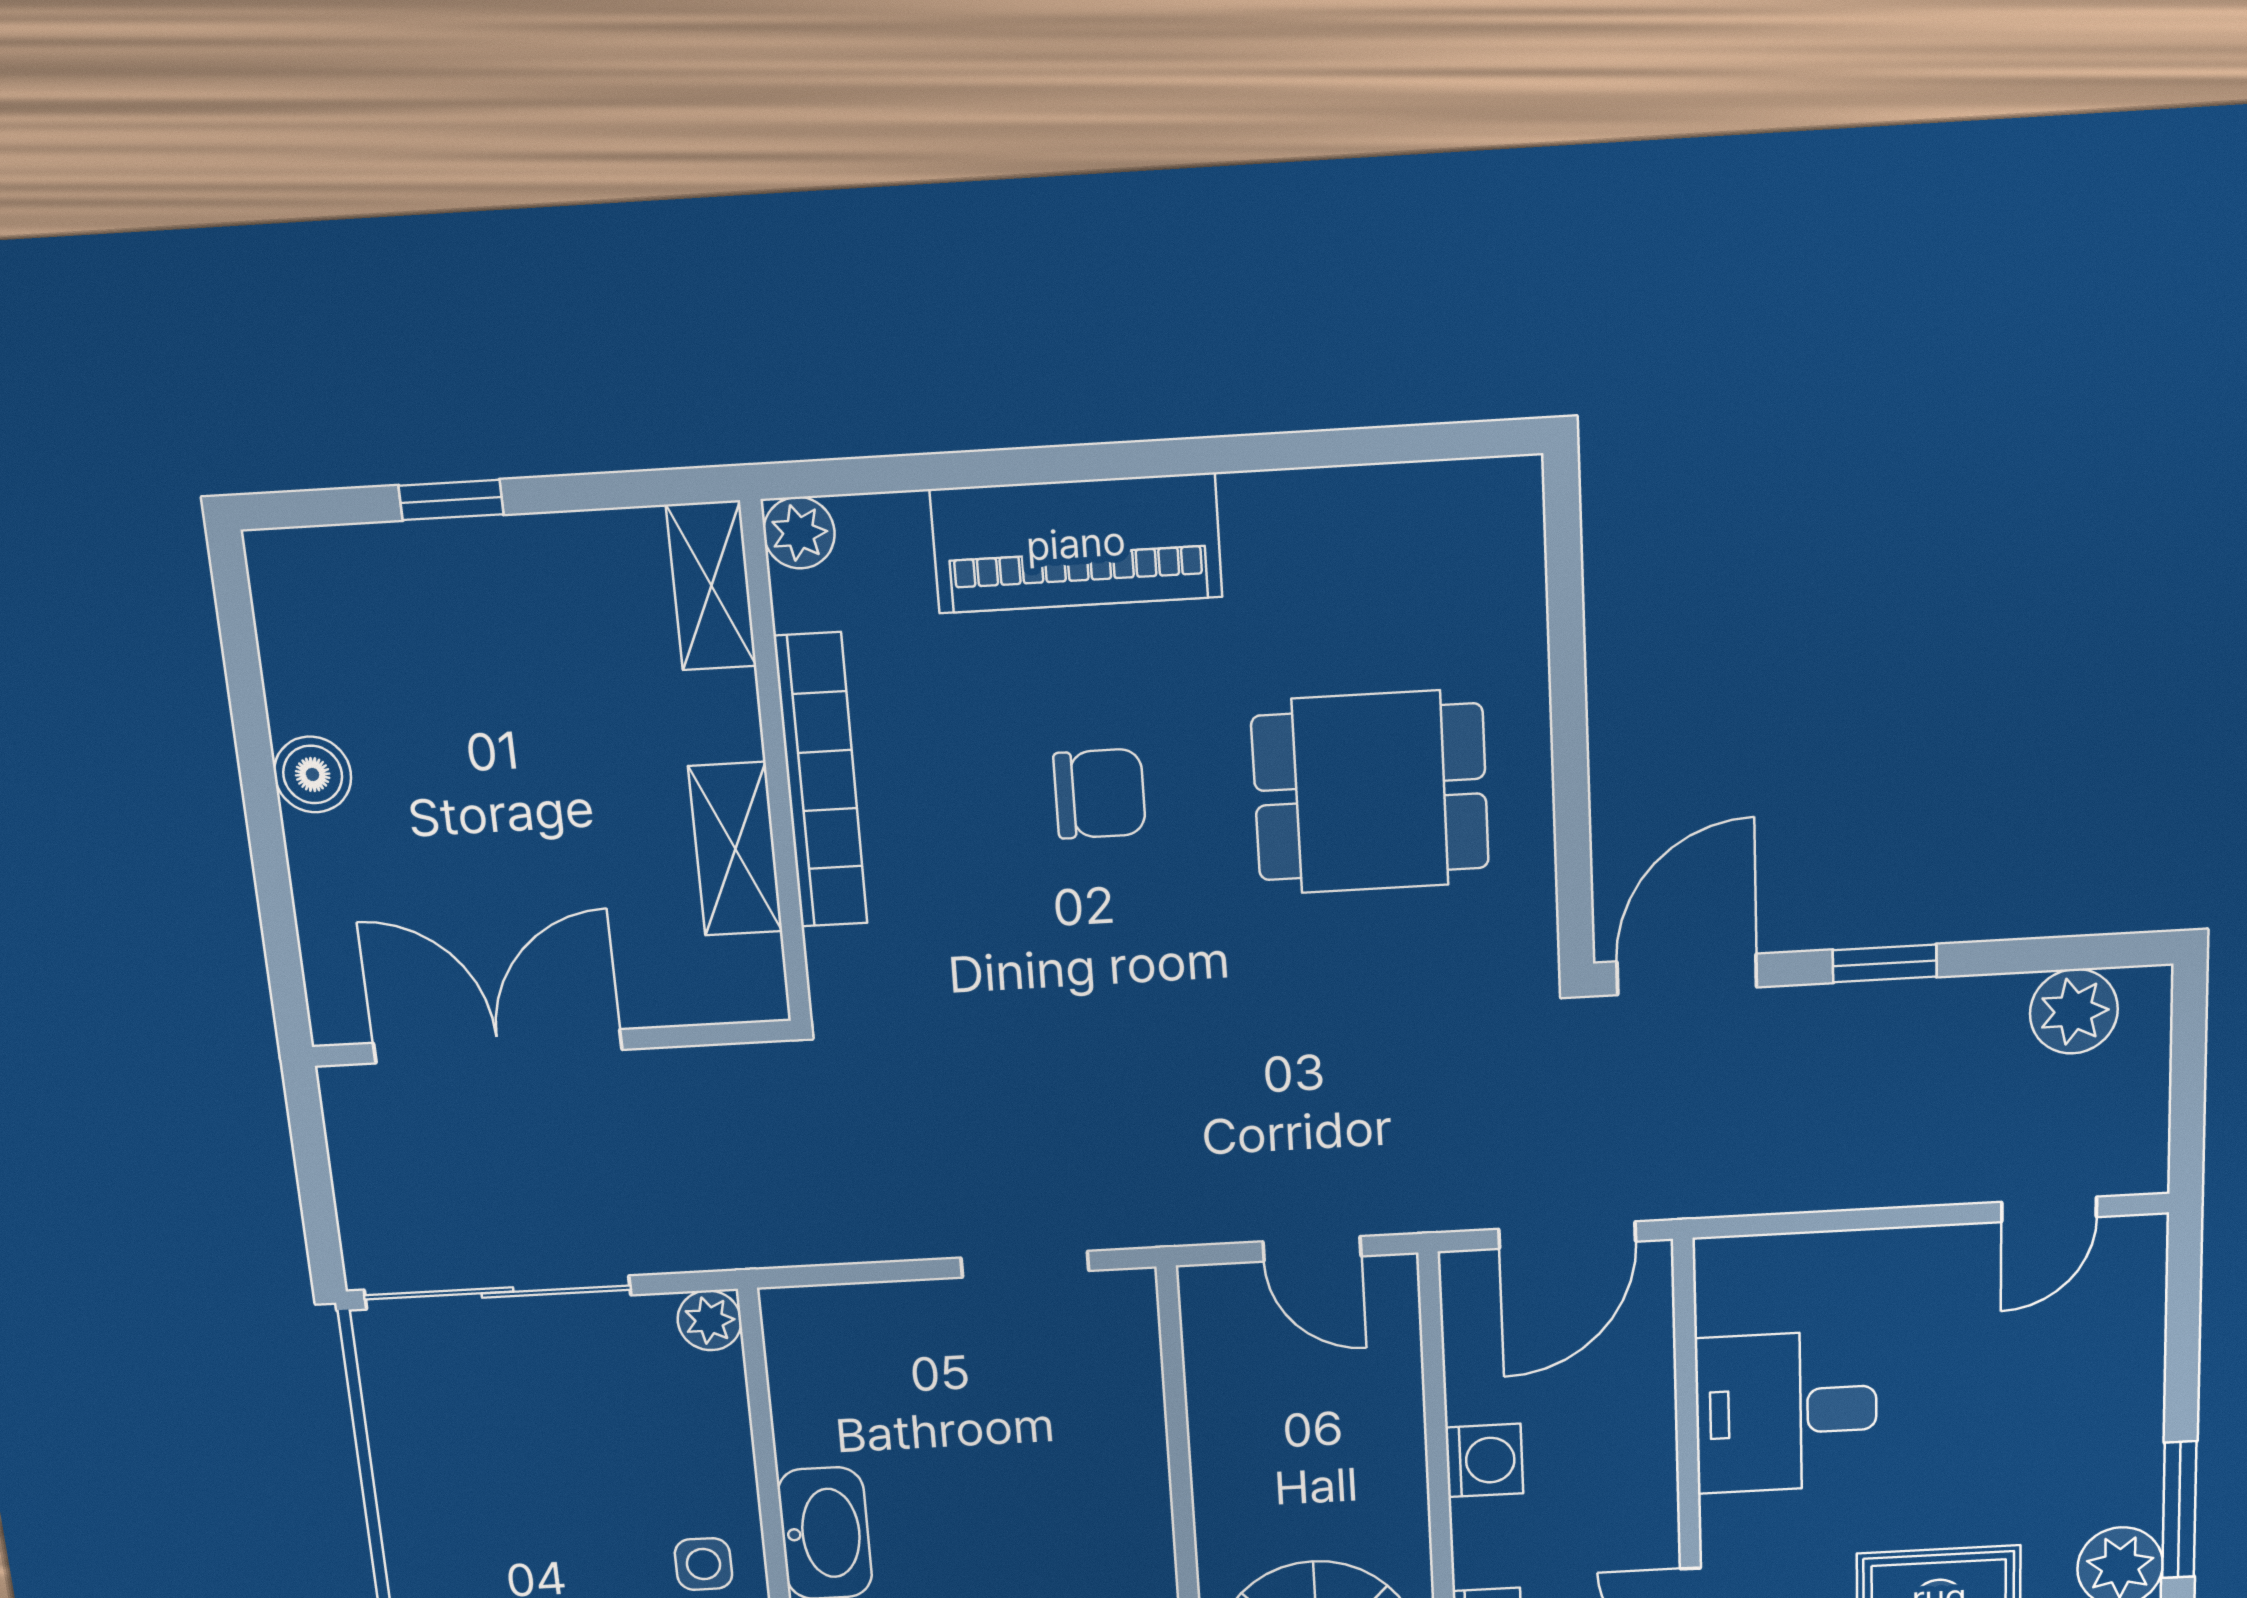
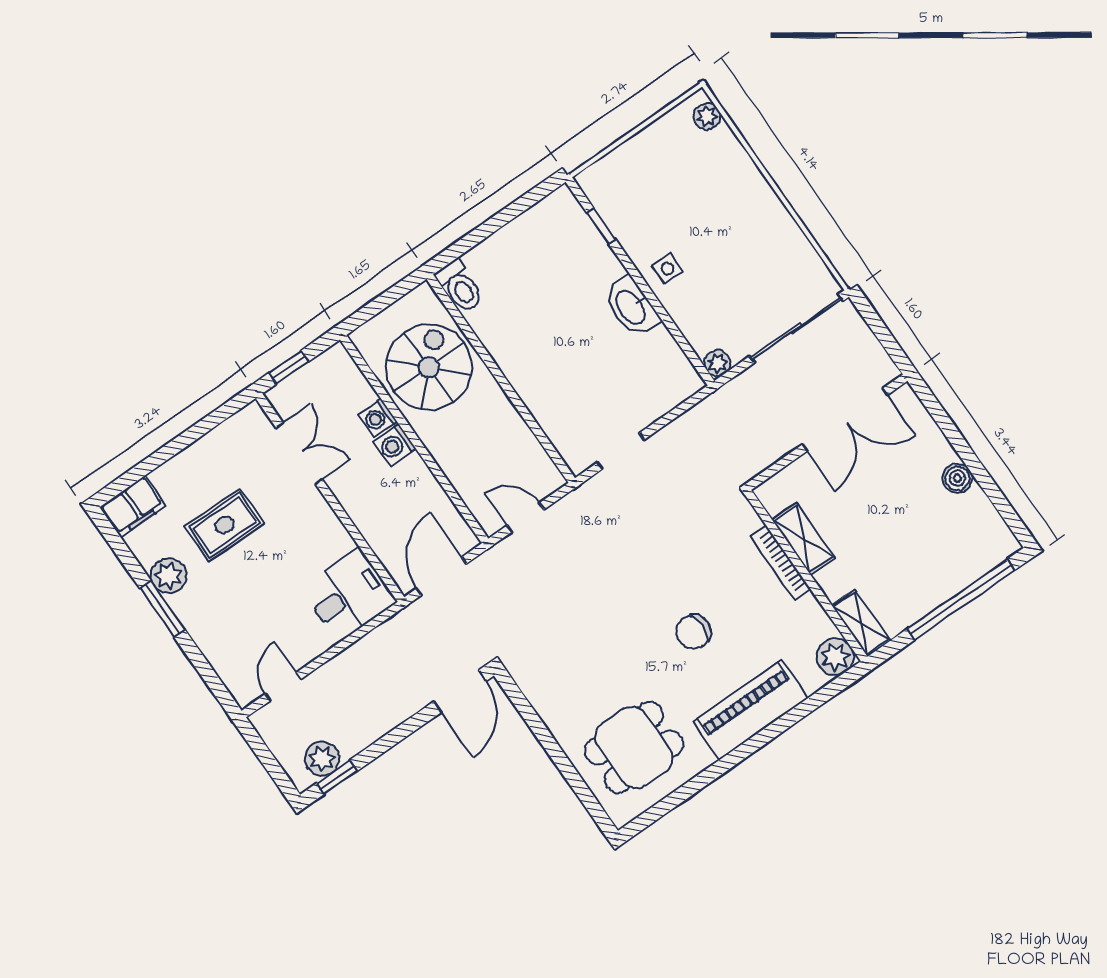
window: (451, 500) -> (961, 600), width x3.17
plant: (799, 533) -> (835, 657), width x1.38, depth x1.38
bookcase: (821, 781) -> (780, 562), width x0.68, depth x0.76
dining table: (1370, 792) -> (634, 747), moved
window: (1885, 963) -> (337, 777), moved
desk: (1786, 1412) -> (349, 595), moved
washing machine: (1484, 1460) -> (395, 445), moved

